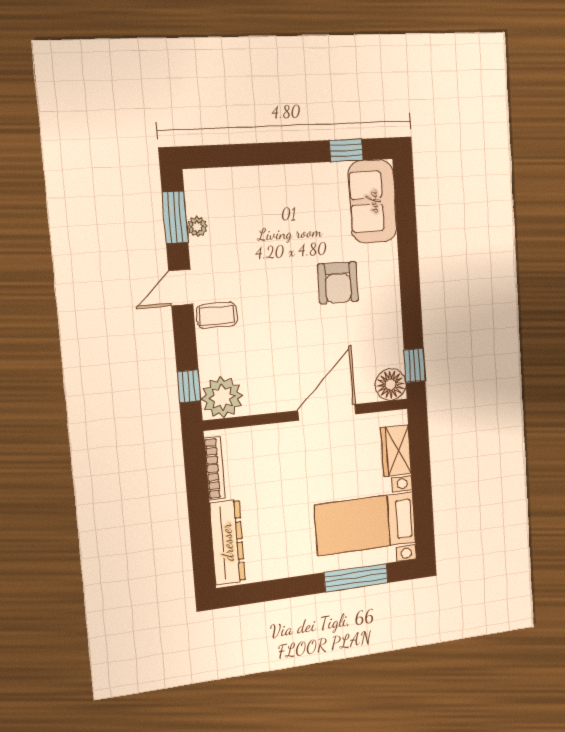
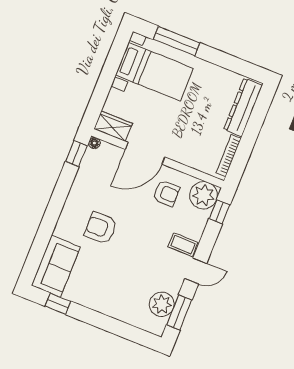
plant: (197, 227) -> (162, 304), width x1.87, depth x1.87
armchair: (338, 283) -> (101, 228), turned -91
armchair: (274, 374) -> (166, 193), added
floor lamp: (391, 384) -> (94, 143), width x0.53, depth x0.53
wardrobe: (396, 451) -> (113, 126), moved, turned -90

